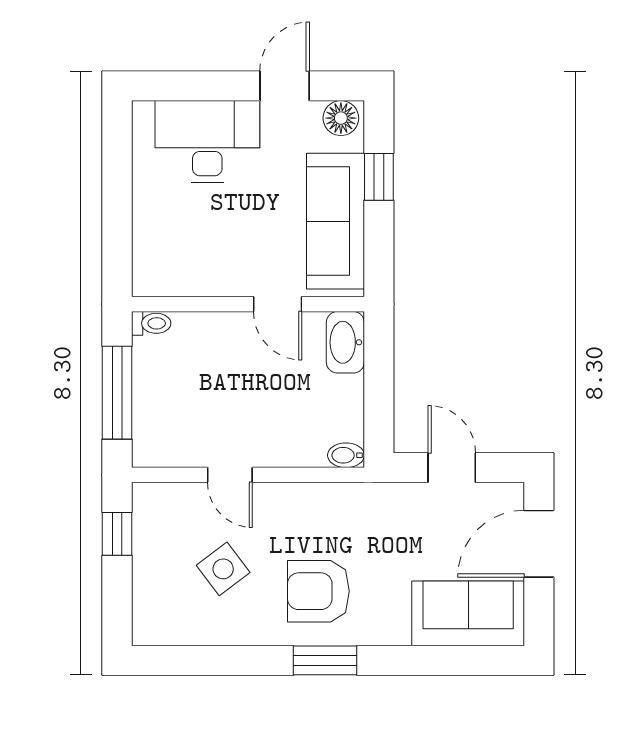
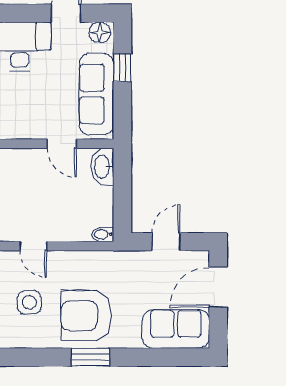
door: (452, 468) -> (166, 242), hinge flipped
side table: (223, 569) -> (29, 302), turned 37
armchair: (318, 591) -> (86, 316), width x1.36, depth x1.36

